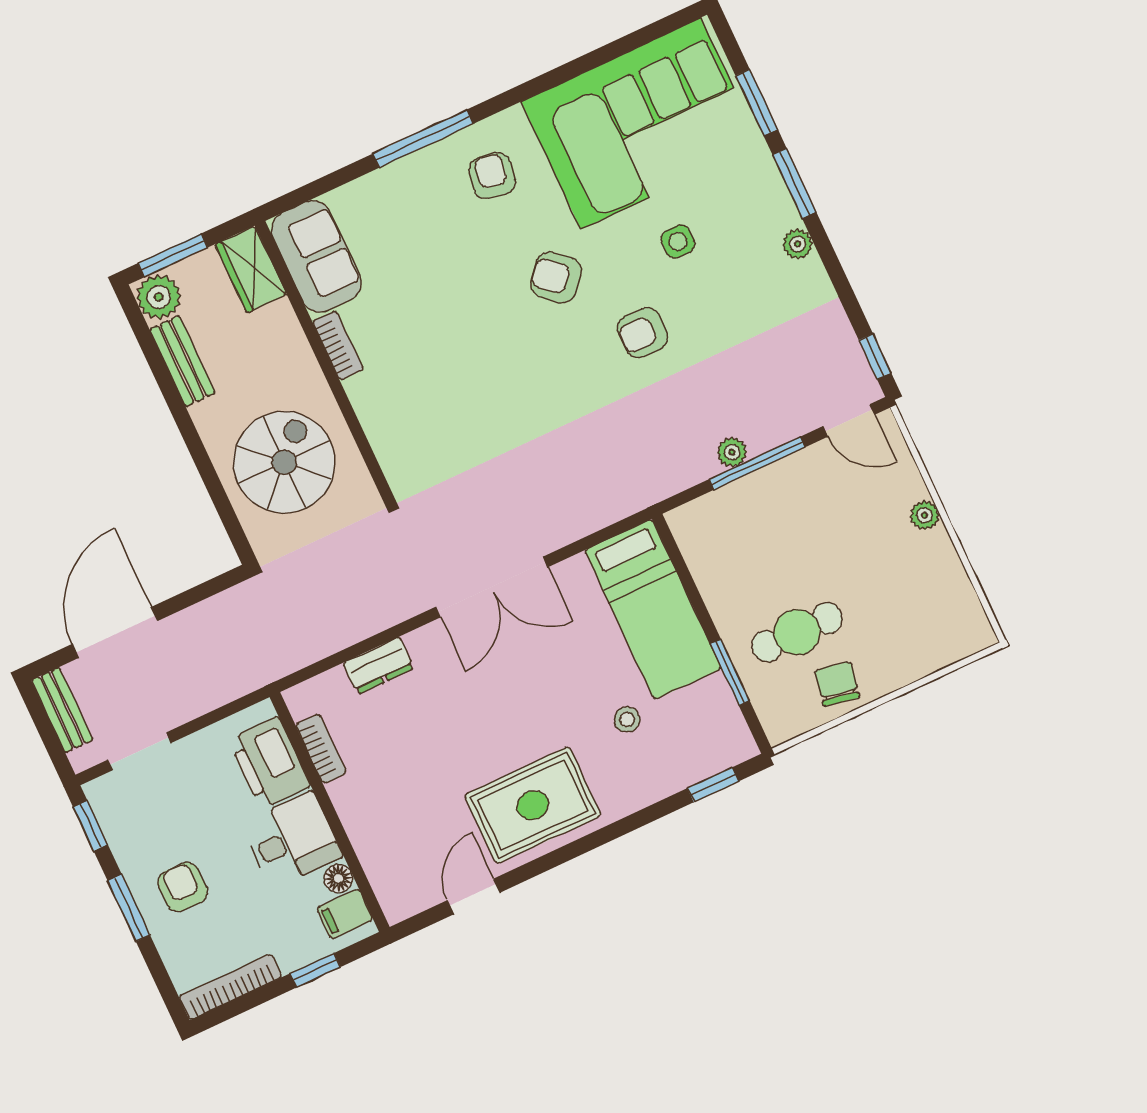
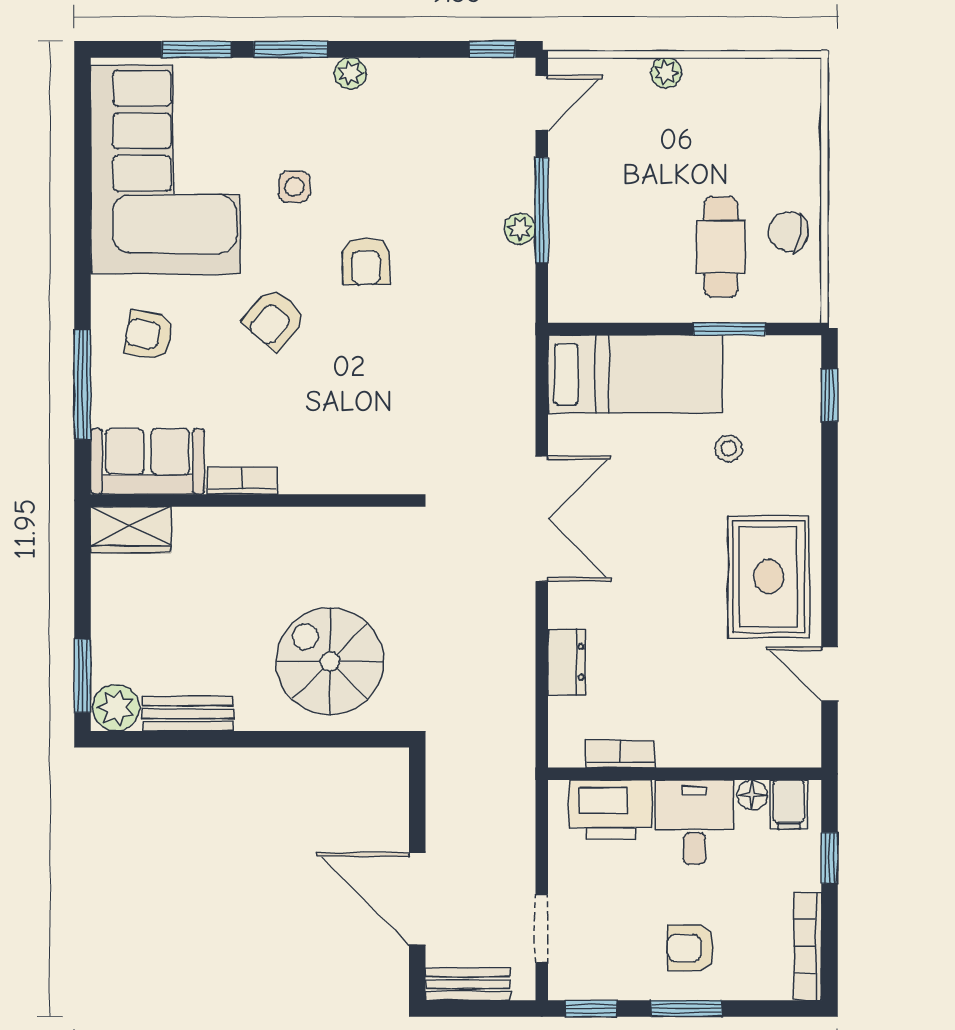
sofa: (316, 256) -> (148, 461), moved
wardrobe: (251, 269) -> (131, 530), moved
bookcase: (338, 345) -> (242, 480), moved
wall: (325, 362) -> (252, 500), moved

